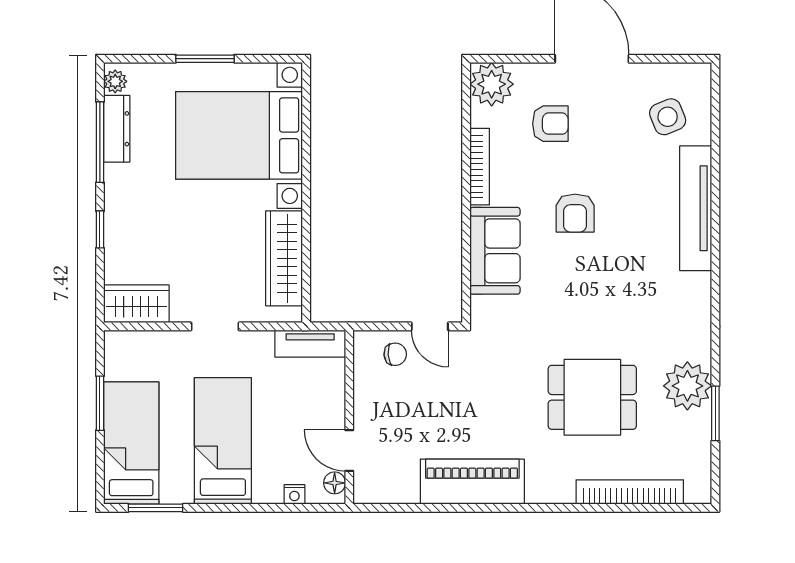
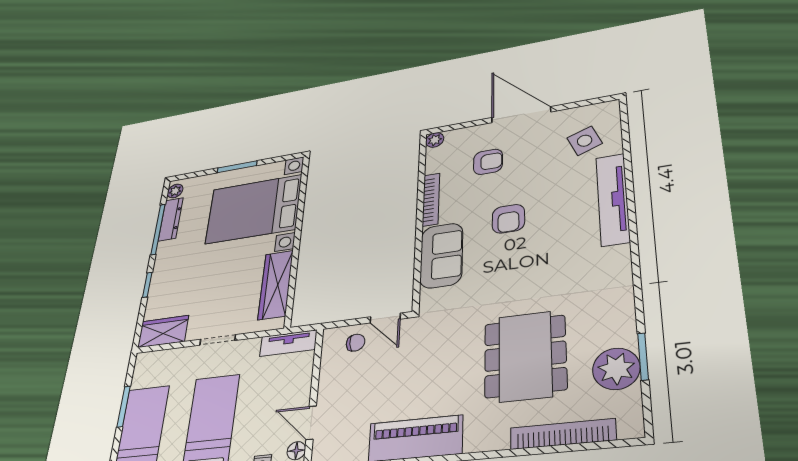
plant: (492, 84) -> (435, 140), width x0.53, depth x0.53
plant: (687, 386) -> (616, 369), moved
dining table: (592, 397) -> (525, 356), width x1.37

